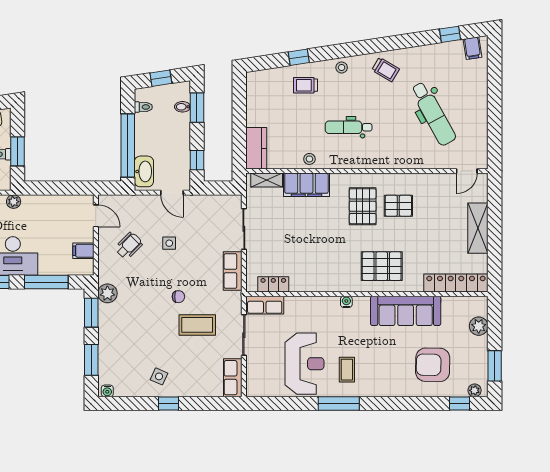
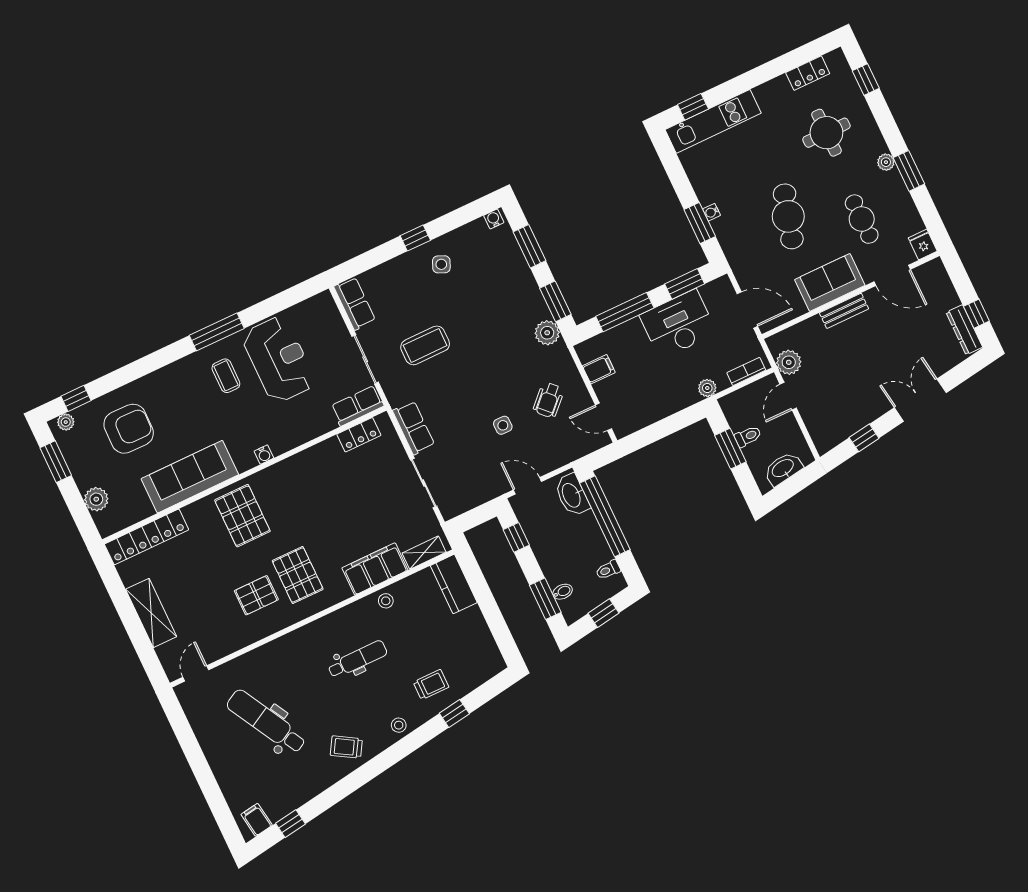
pallet: (382, 266) -> (242, 516), turned 90
chair: (178, 297) -> (463, 368), removed
reception desk: (305, 364) -> (279, 359), turned 180

